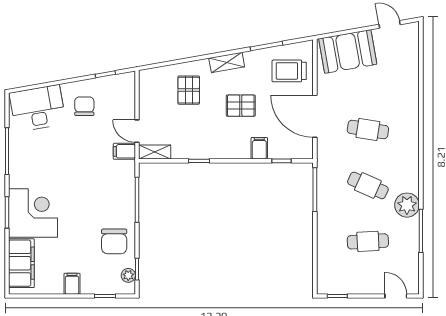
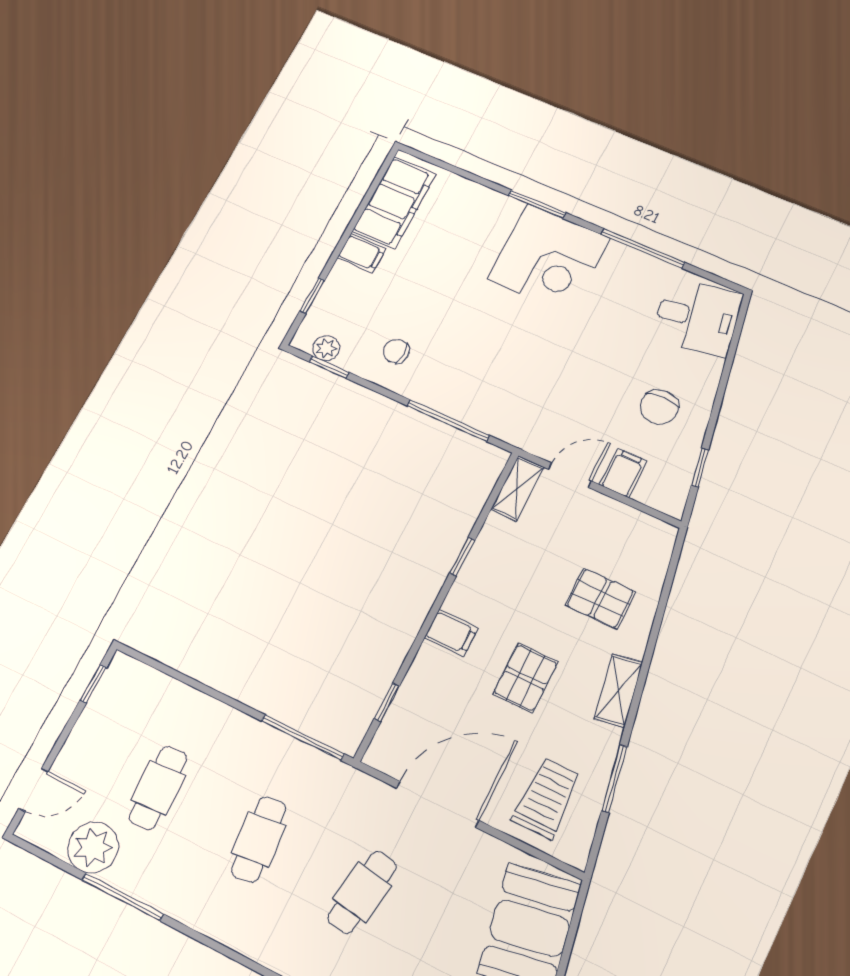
chair: (84, 106) -> (659, 407), turned 90
desk: (38, 108) -> (697, 317), width x0.73
filing cabinet: (259, 148) -> (451, 633), moved
filing cabinet: (124, 151) -> (623, 473), moved
cafe table: (368, 185) -> (259, 839), turned -30
plant: (407, 205) -> (93, 847), moved
corner desk: (33, 213) -> (549, 259), moved
chair: (114, 241) -> (396, 351), width x0.54, depth x0.54
filing cabinet: (21, 263) -> (394, 203), moved, turned -90

